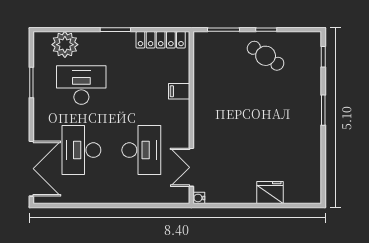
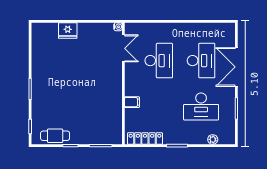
plant: (65, 45) -> (213, 139), width x0.53, depth x0.53
cafe table: (266, 56) -> (55, 136), moved, turned -34
desk: (141, 150) -> (159, 61), turned 180
double door: (31, 169) -> (236, 67), moved

